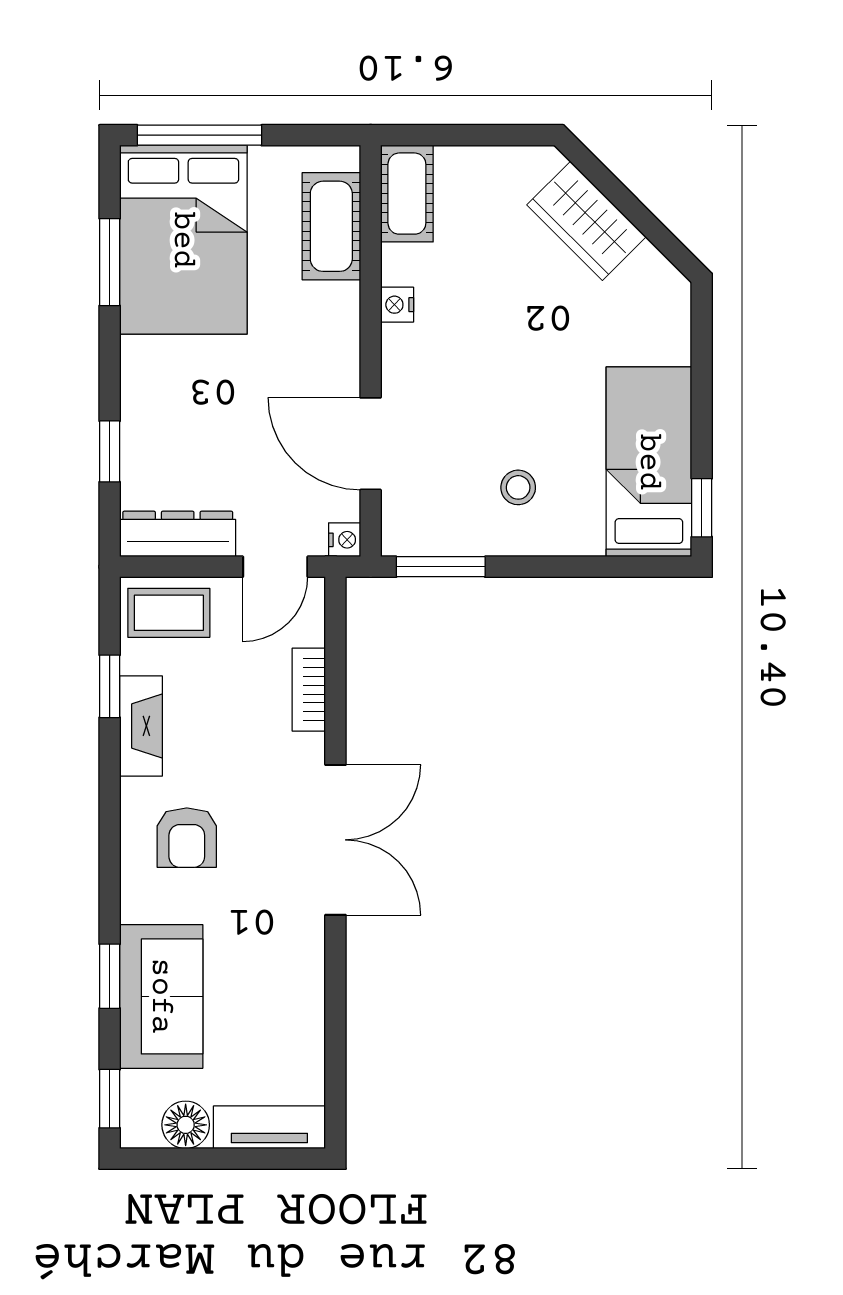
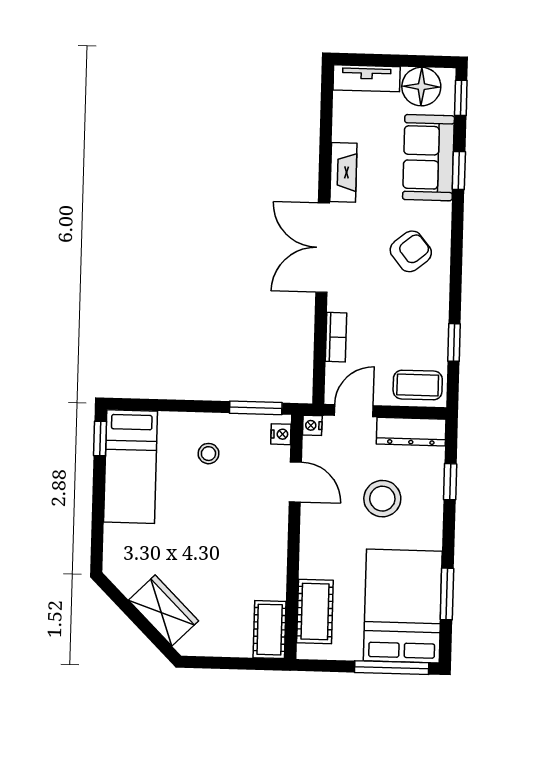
nightstand: (397, 305) -> (281, 434), moved
stool: (223, 420) -> (382, 499), added
door: (371, 444) -> (295, 482), width x0.73
fireplace: (141, 726) -> (343, 172), moved, turned 180
armchair: (187, 838) -> (411, 251), turned 51
floor lamp: (186, 1125) -> (421, 87), width x1.38, depth x1.38

